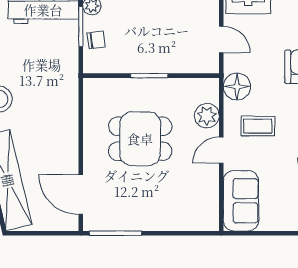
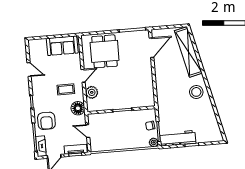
dining table: (140, 139) -> (105, 51), moved, turned 90
door: (81, 195) -> (151, 48), hinge flipped
sofa: (241, 201) -> (62, 46), moved, turned -90

